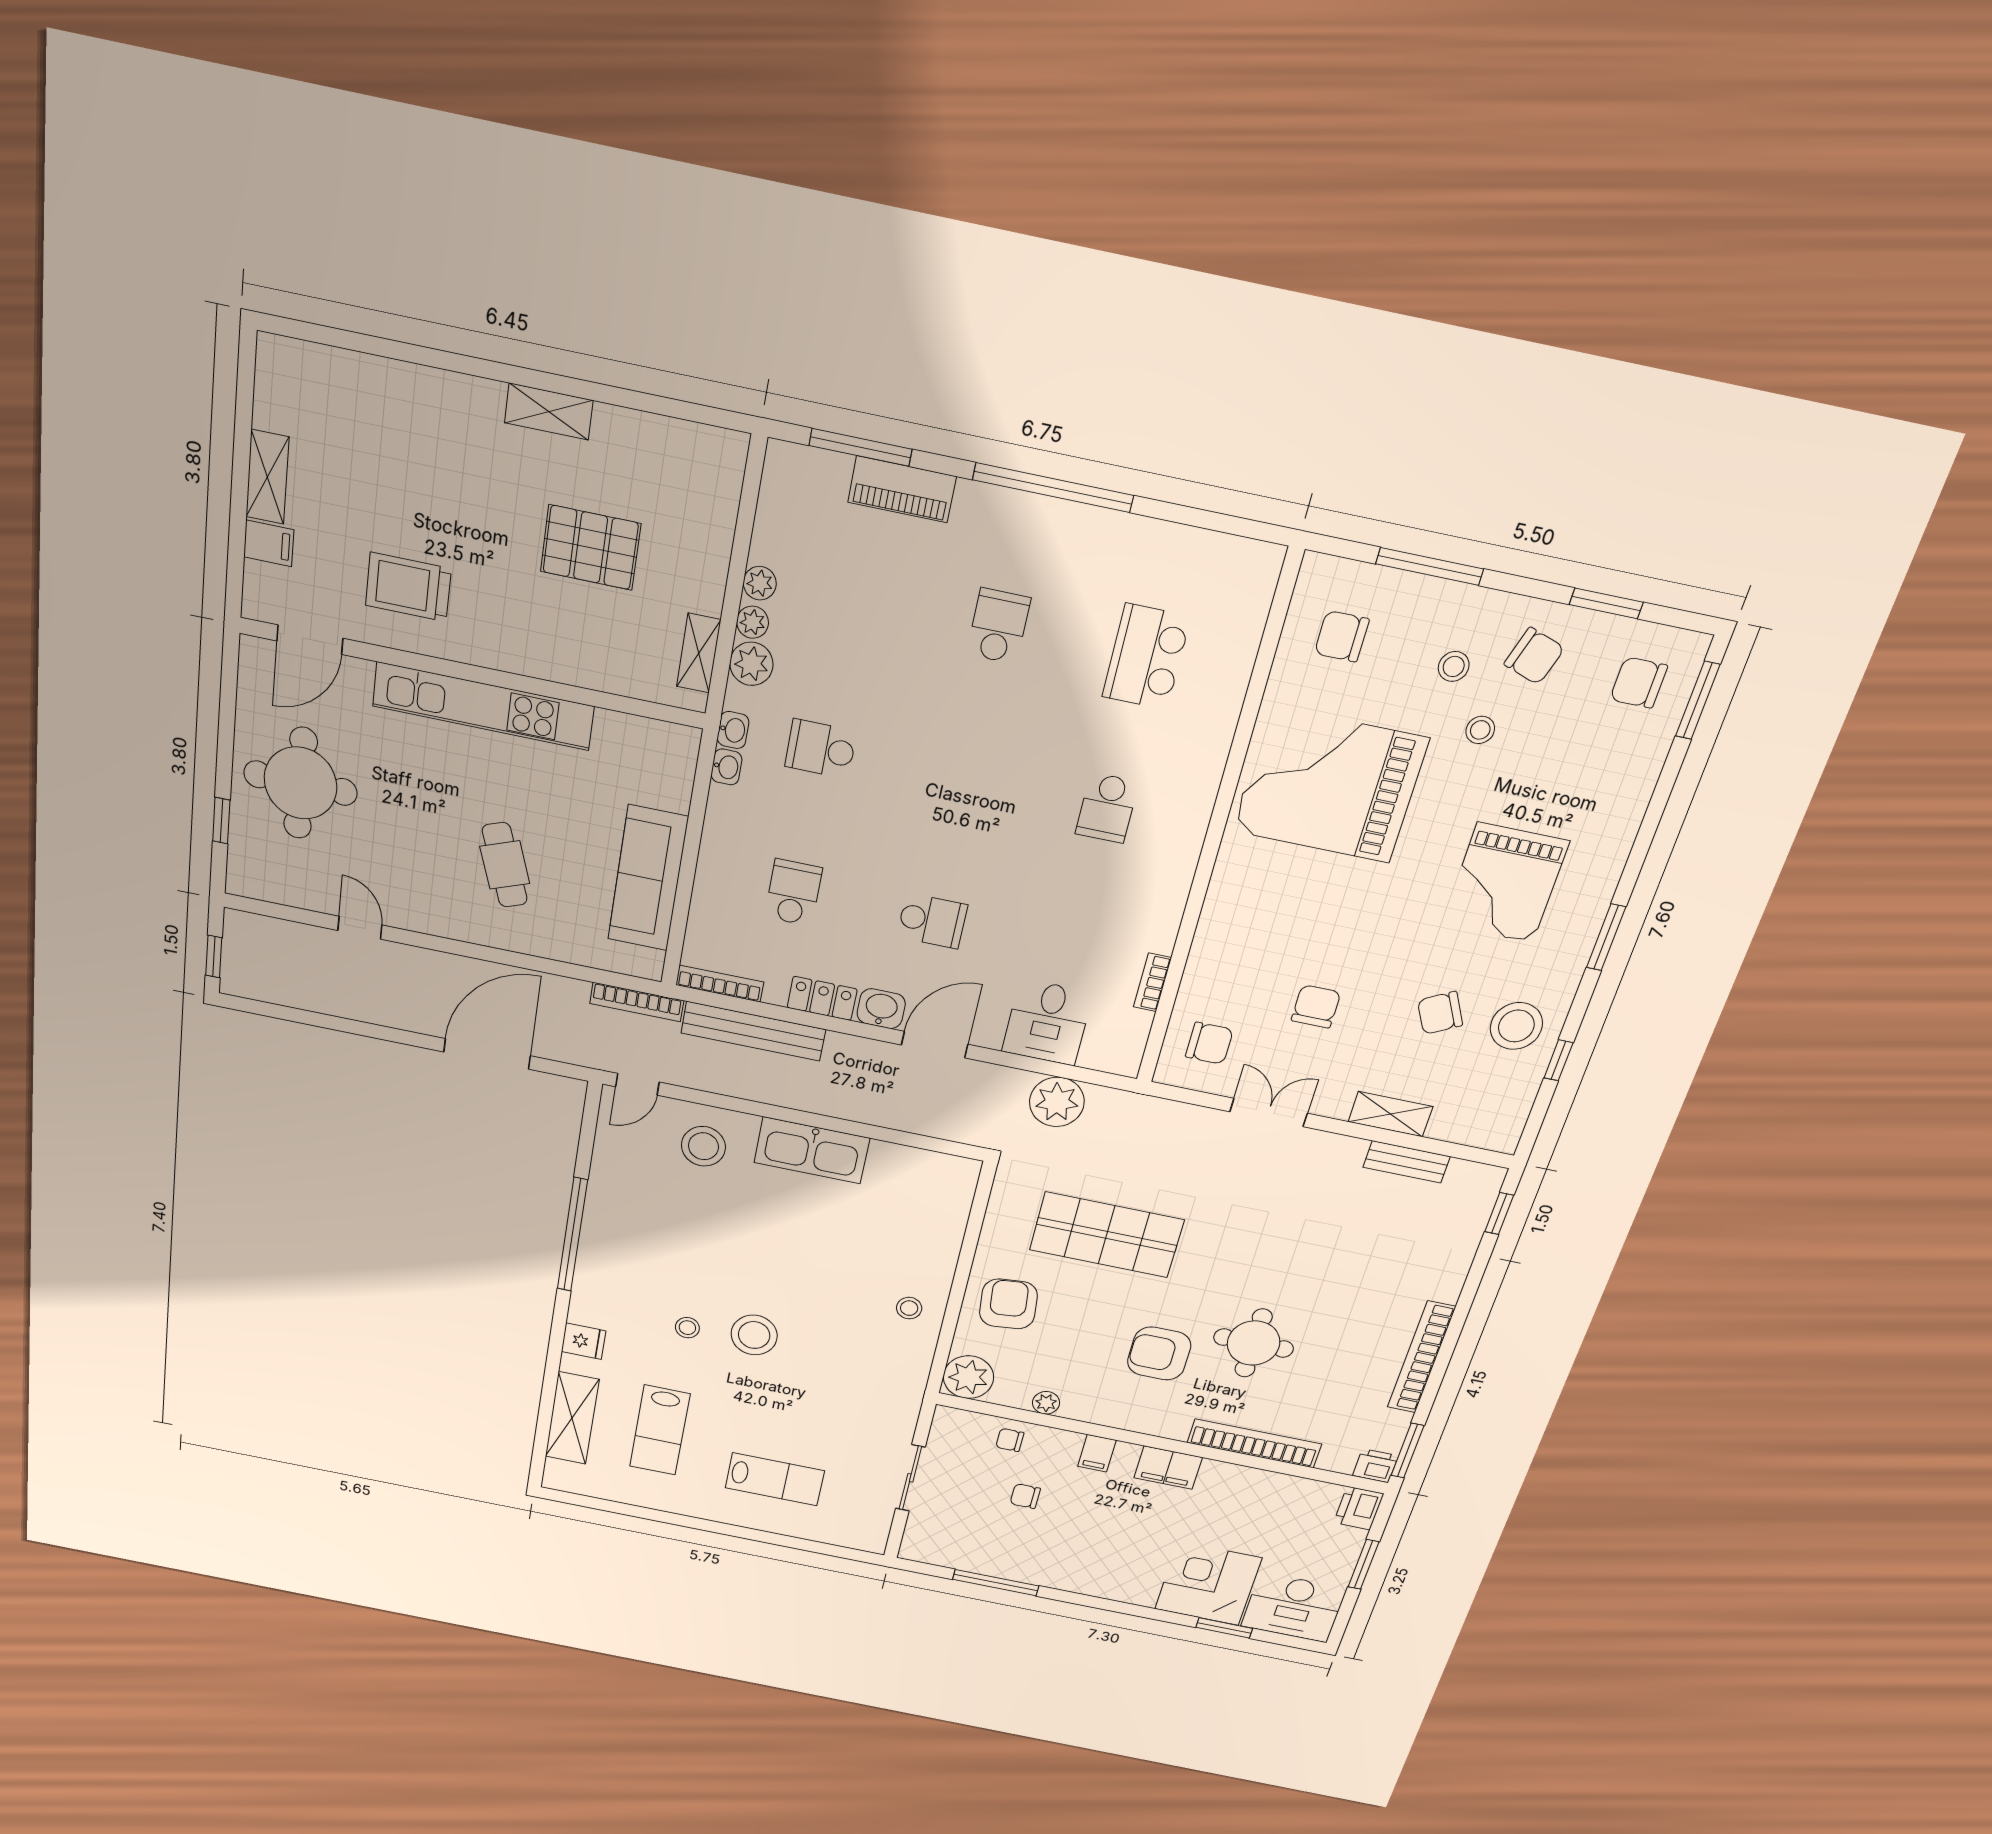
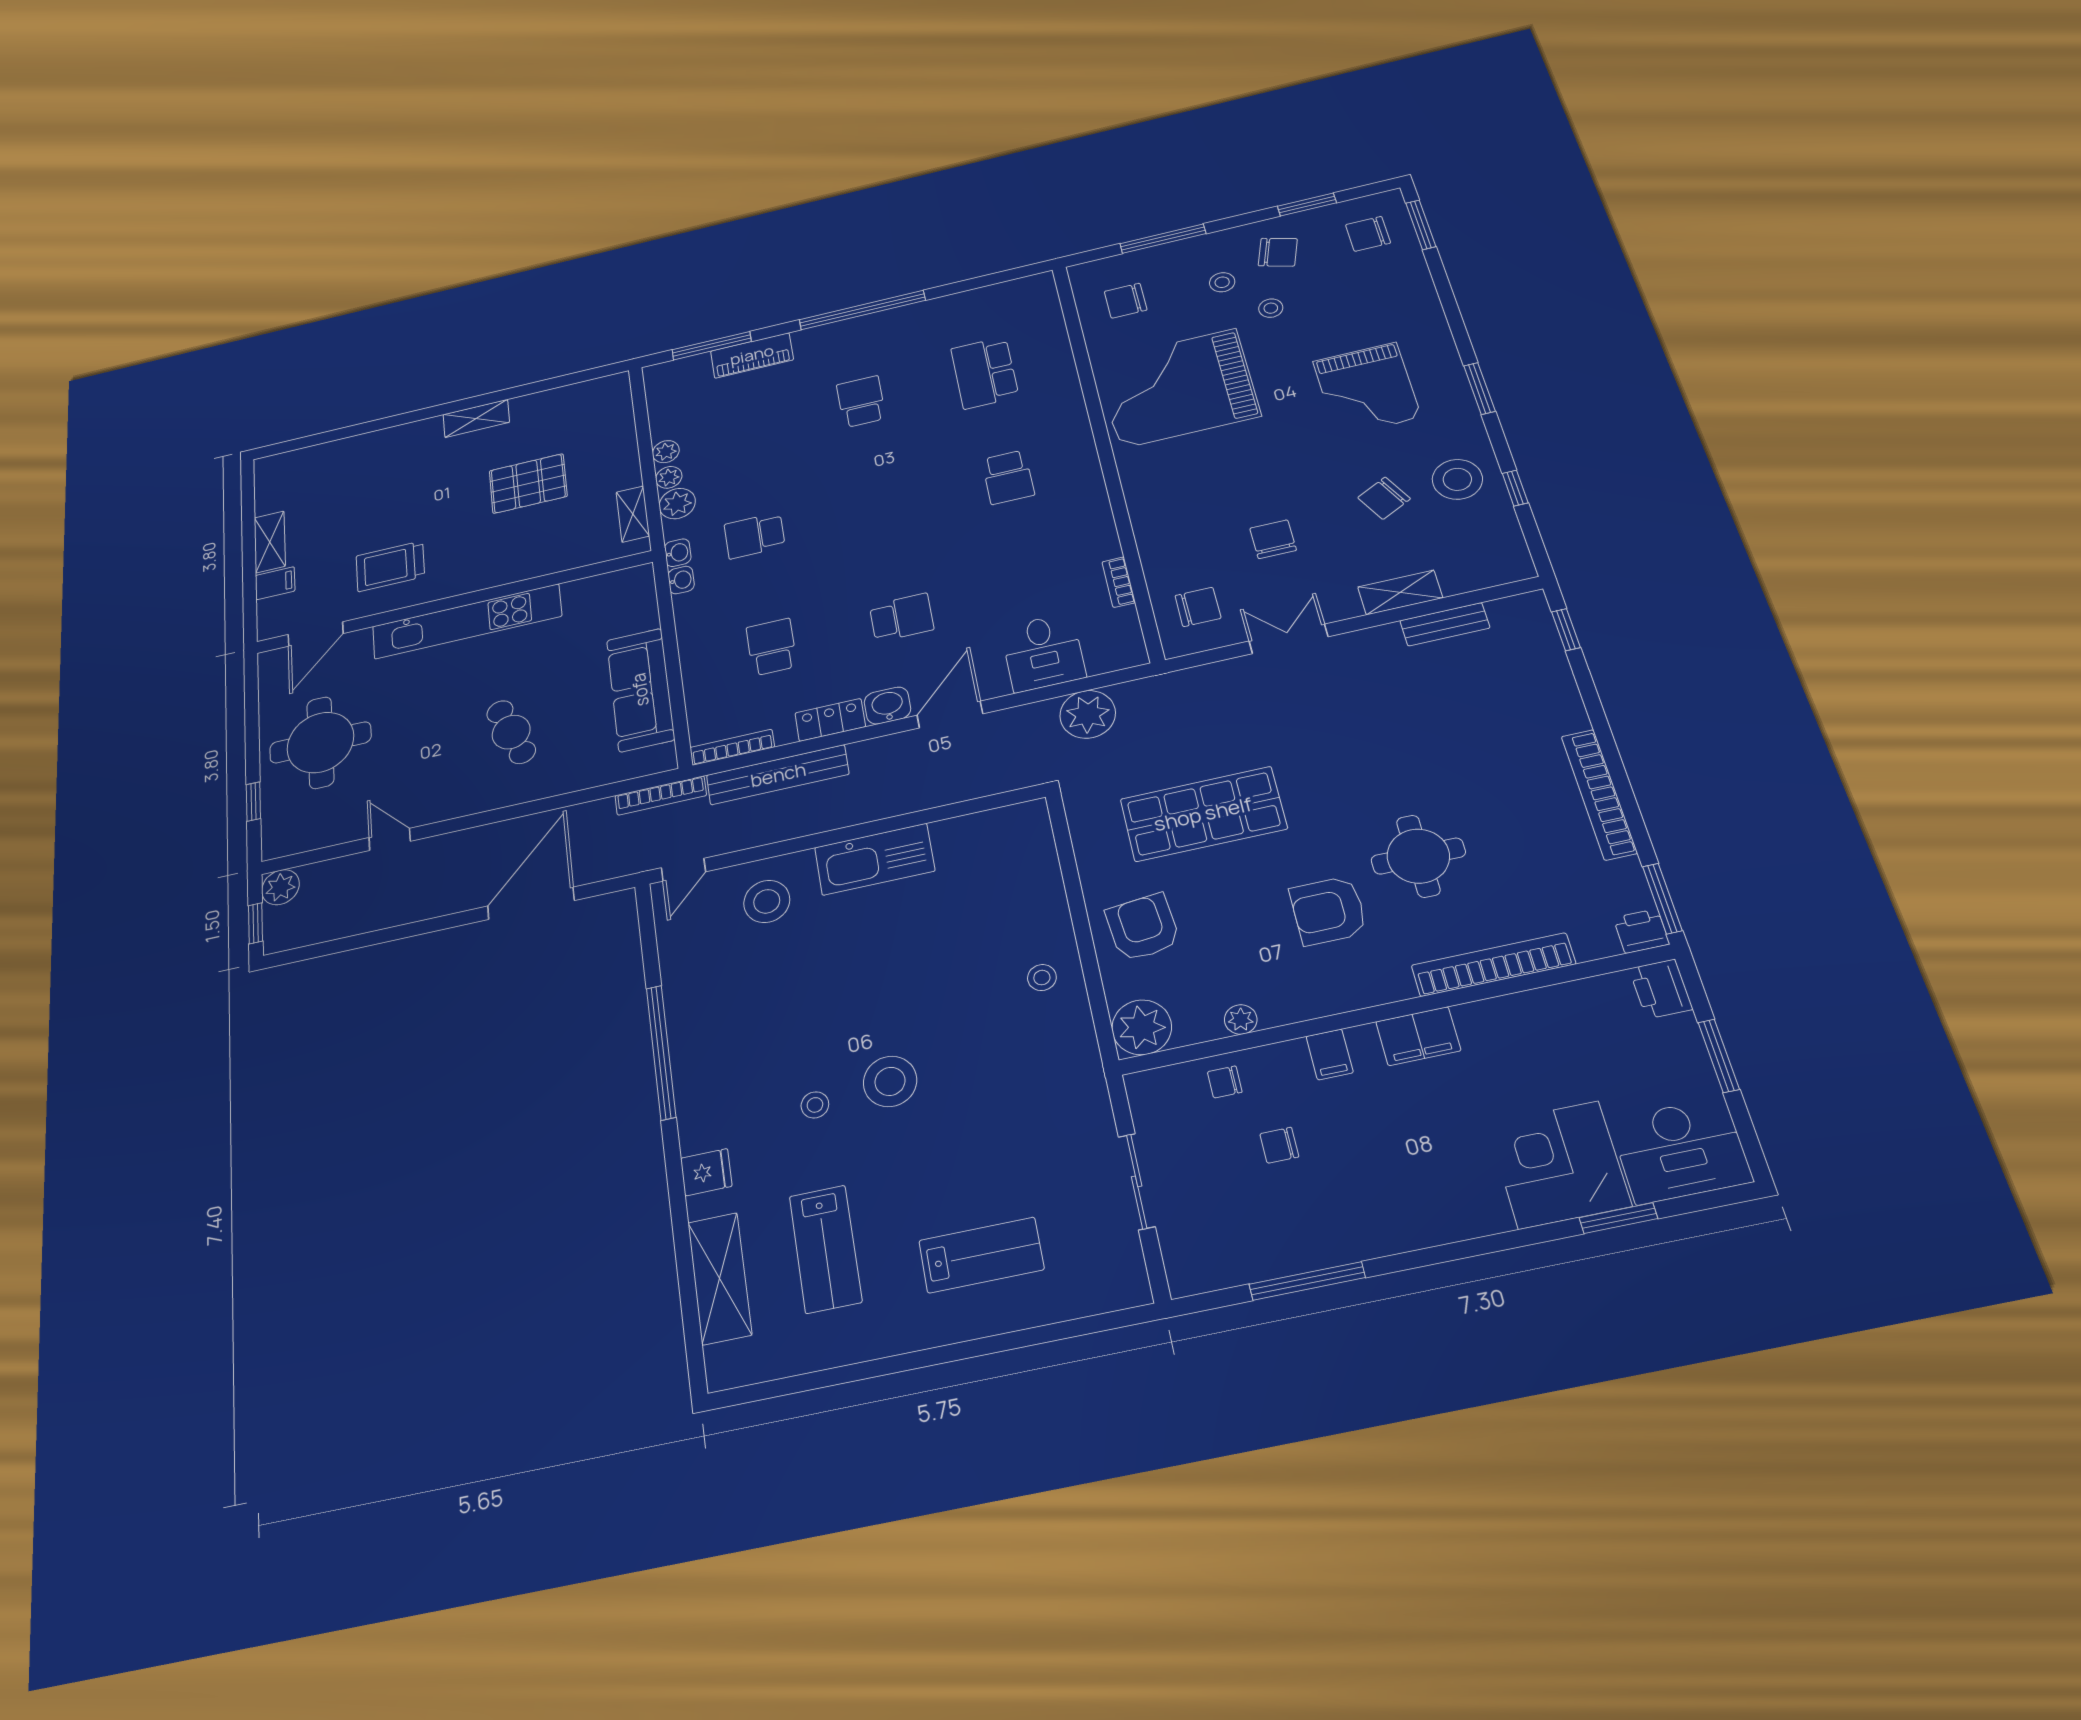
plant: (242, 930) -> (280, 887), added

